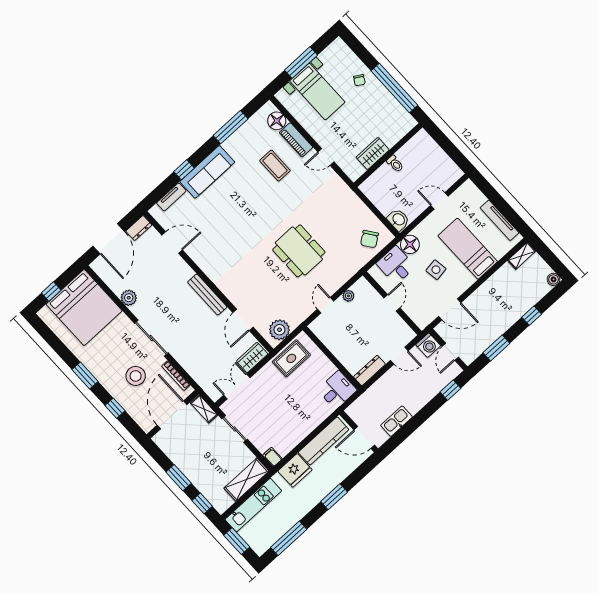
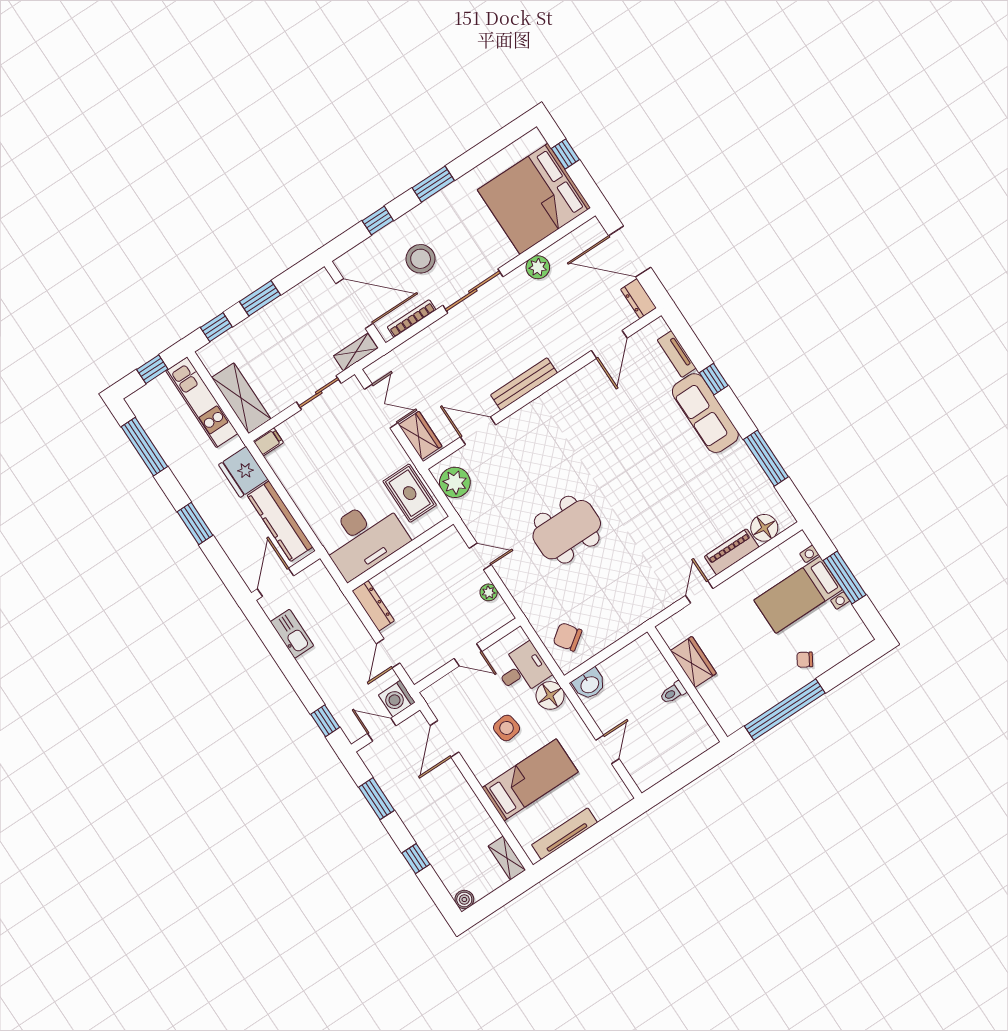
coffee table: (275, 166) -> (699, 515), removed
desk: (337, 390) -> (364, 538), width x1.87, depth x1.30
window: (237, 541) -> (152, 369), width x0.67

